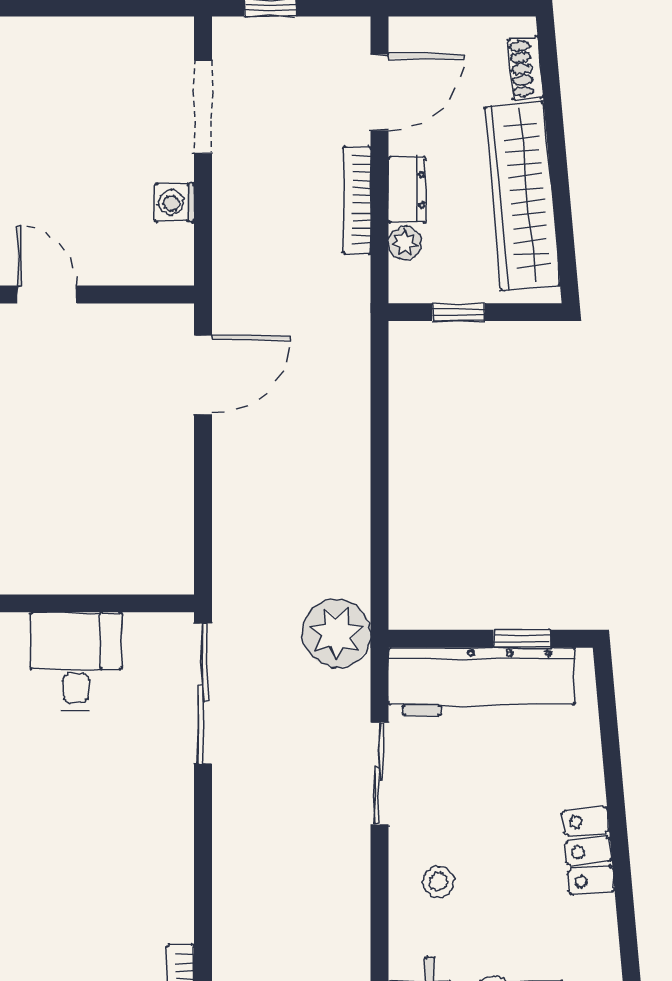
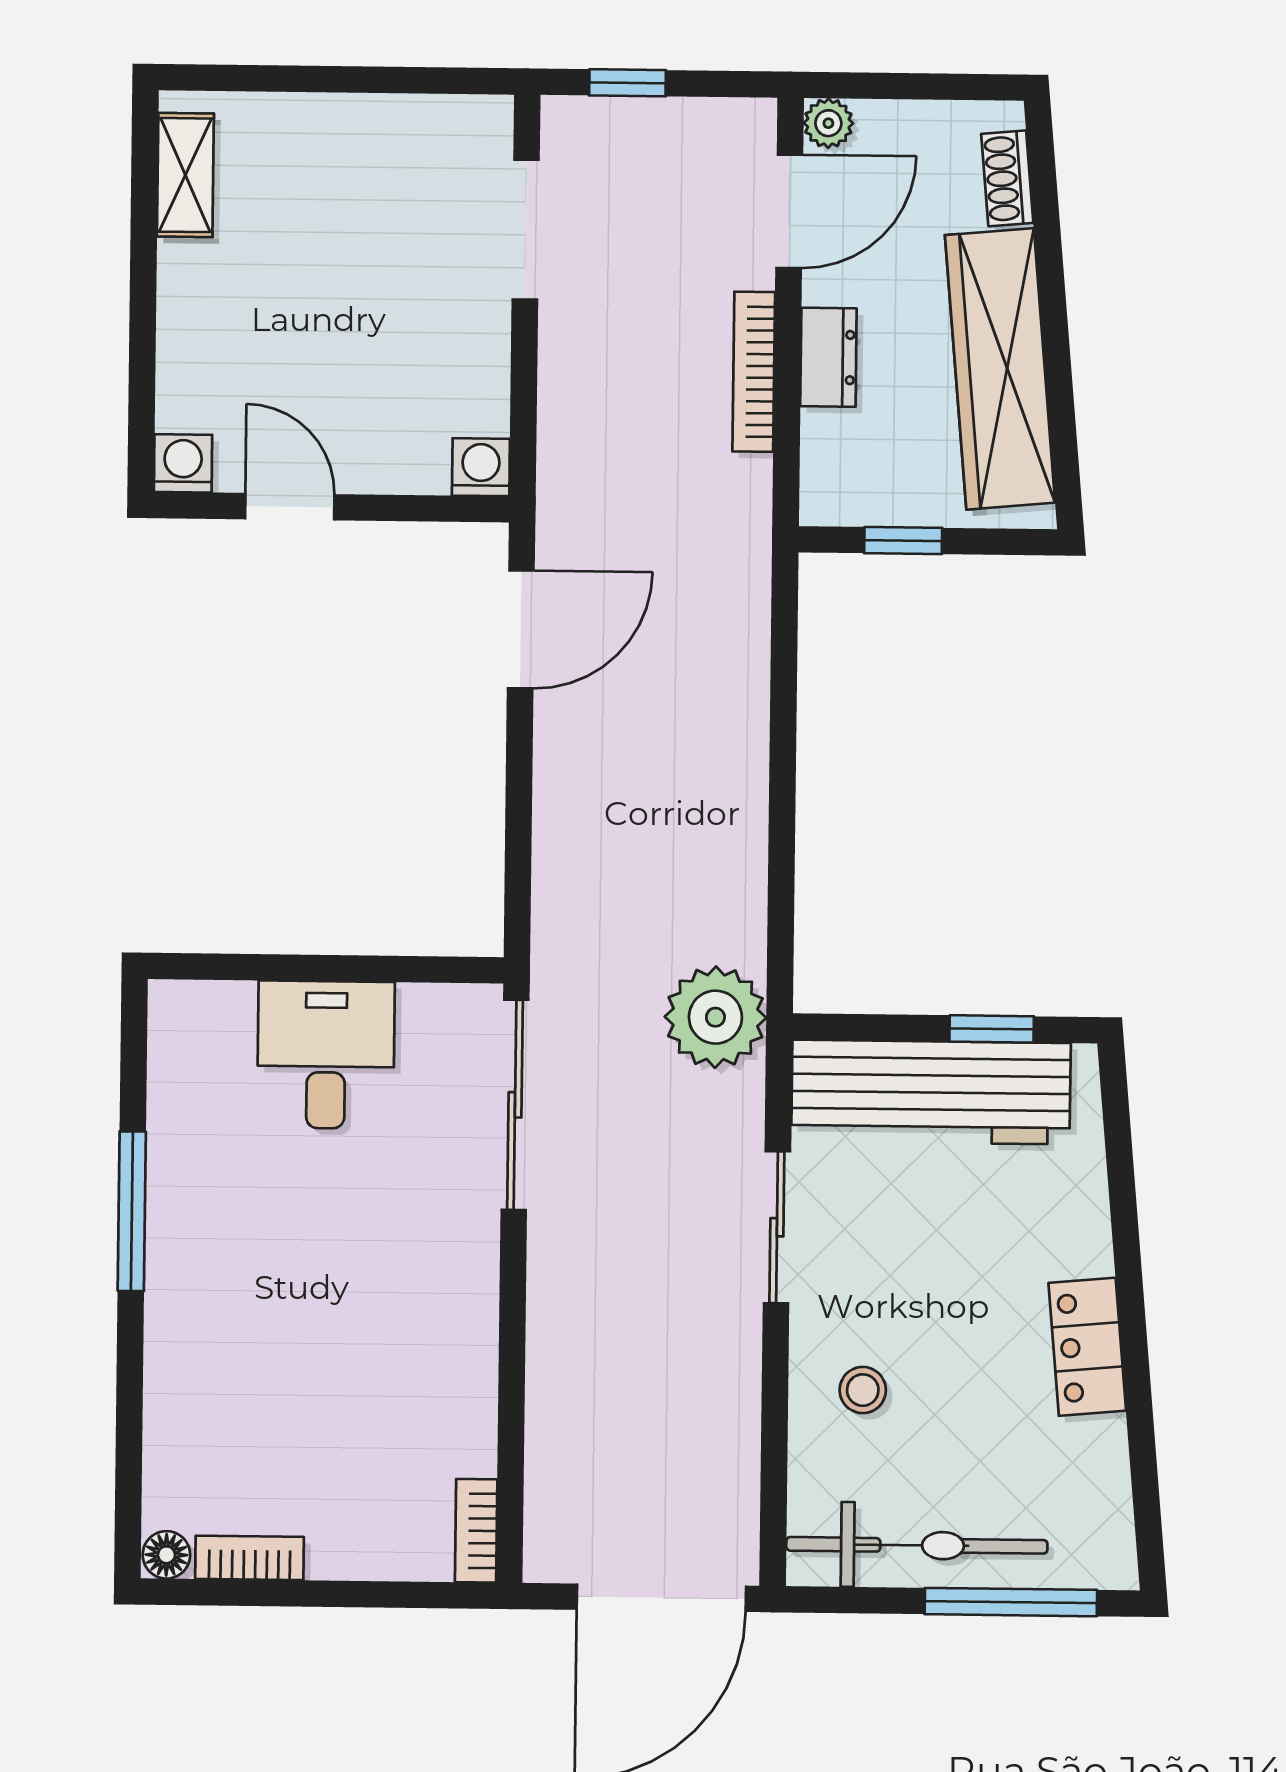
washing machine: (175, 203) -> (481, 467), moved, turned 90
plant: (405, 243) -> (828, 123), moved

